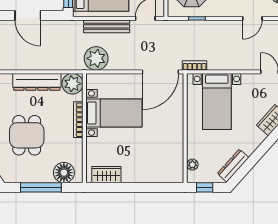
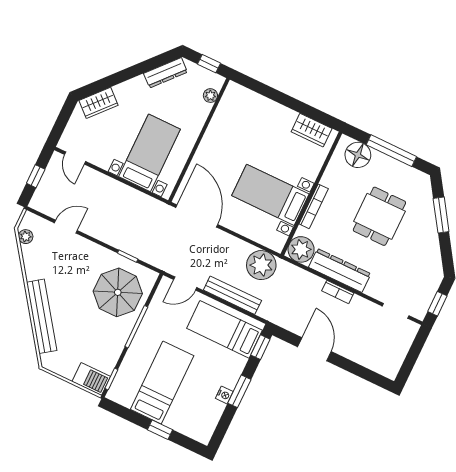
bookcase: (195, 65) -> (338, 292), moved
door: (160, 72) -> (197, 216), hinge flipped

